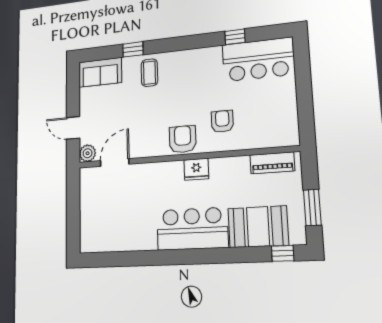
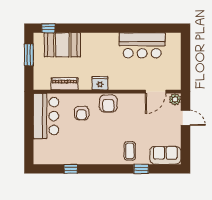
bar counter: (258, 59) -> (46, 116), moved, turned 90
piano: (272, 163) -> (65, 84), moved
bar counter: (192, 229) -> (142, 45), moved

